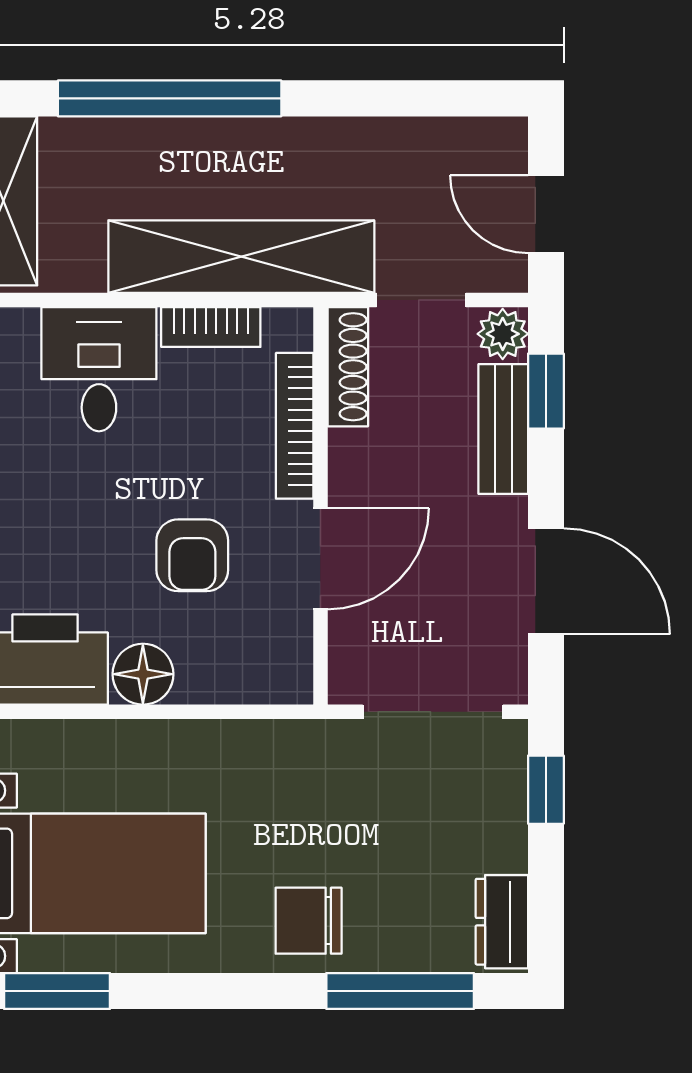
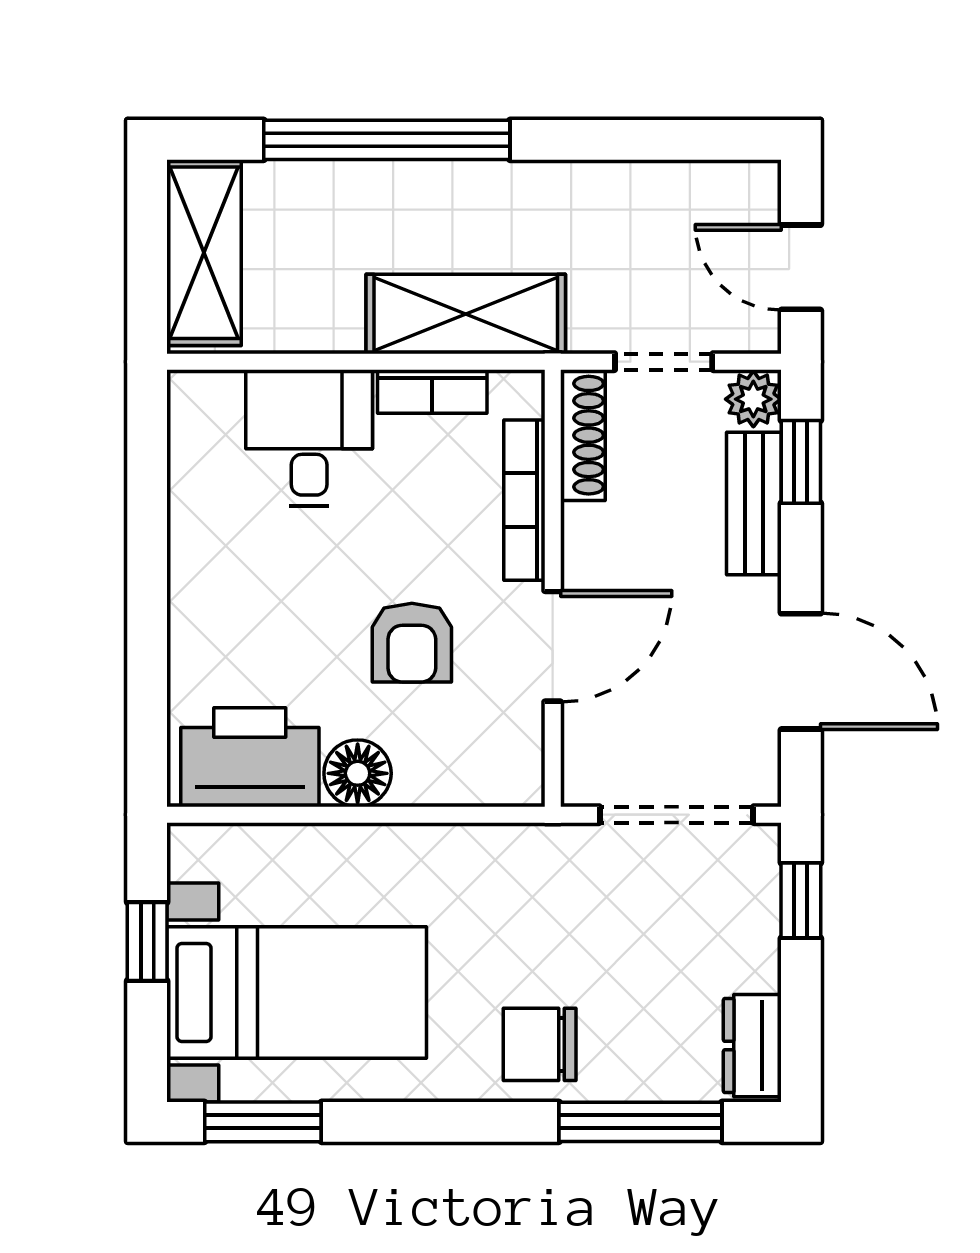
shelving: (241, 257) -> (466, 314), width x0.68

